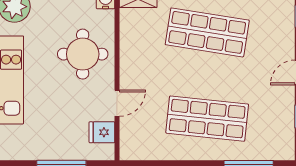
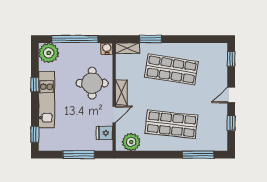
shelving: (128, 69) -> (121, 92), added
plant: (144, 146) -> (131, 142), added

